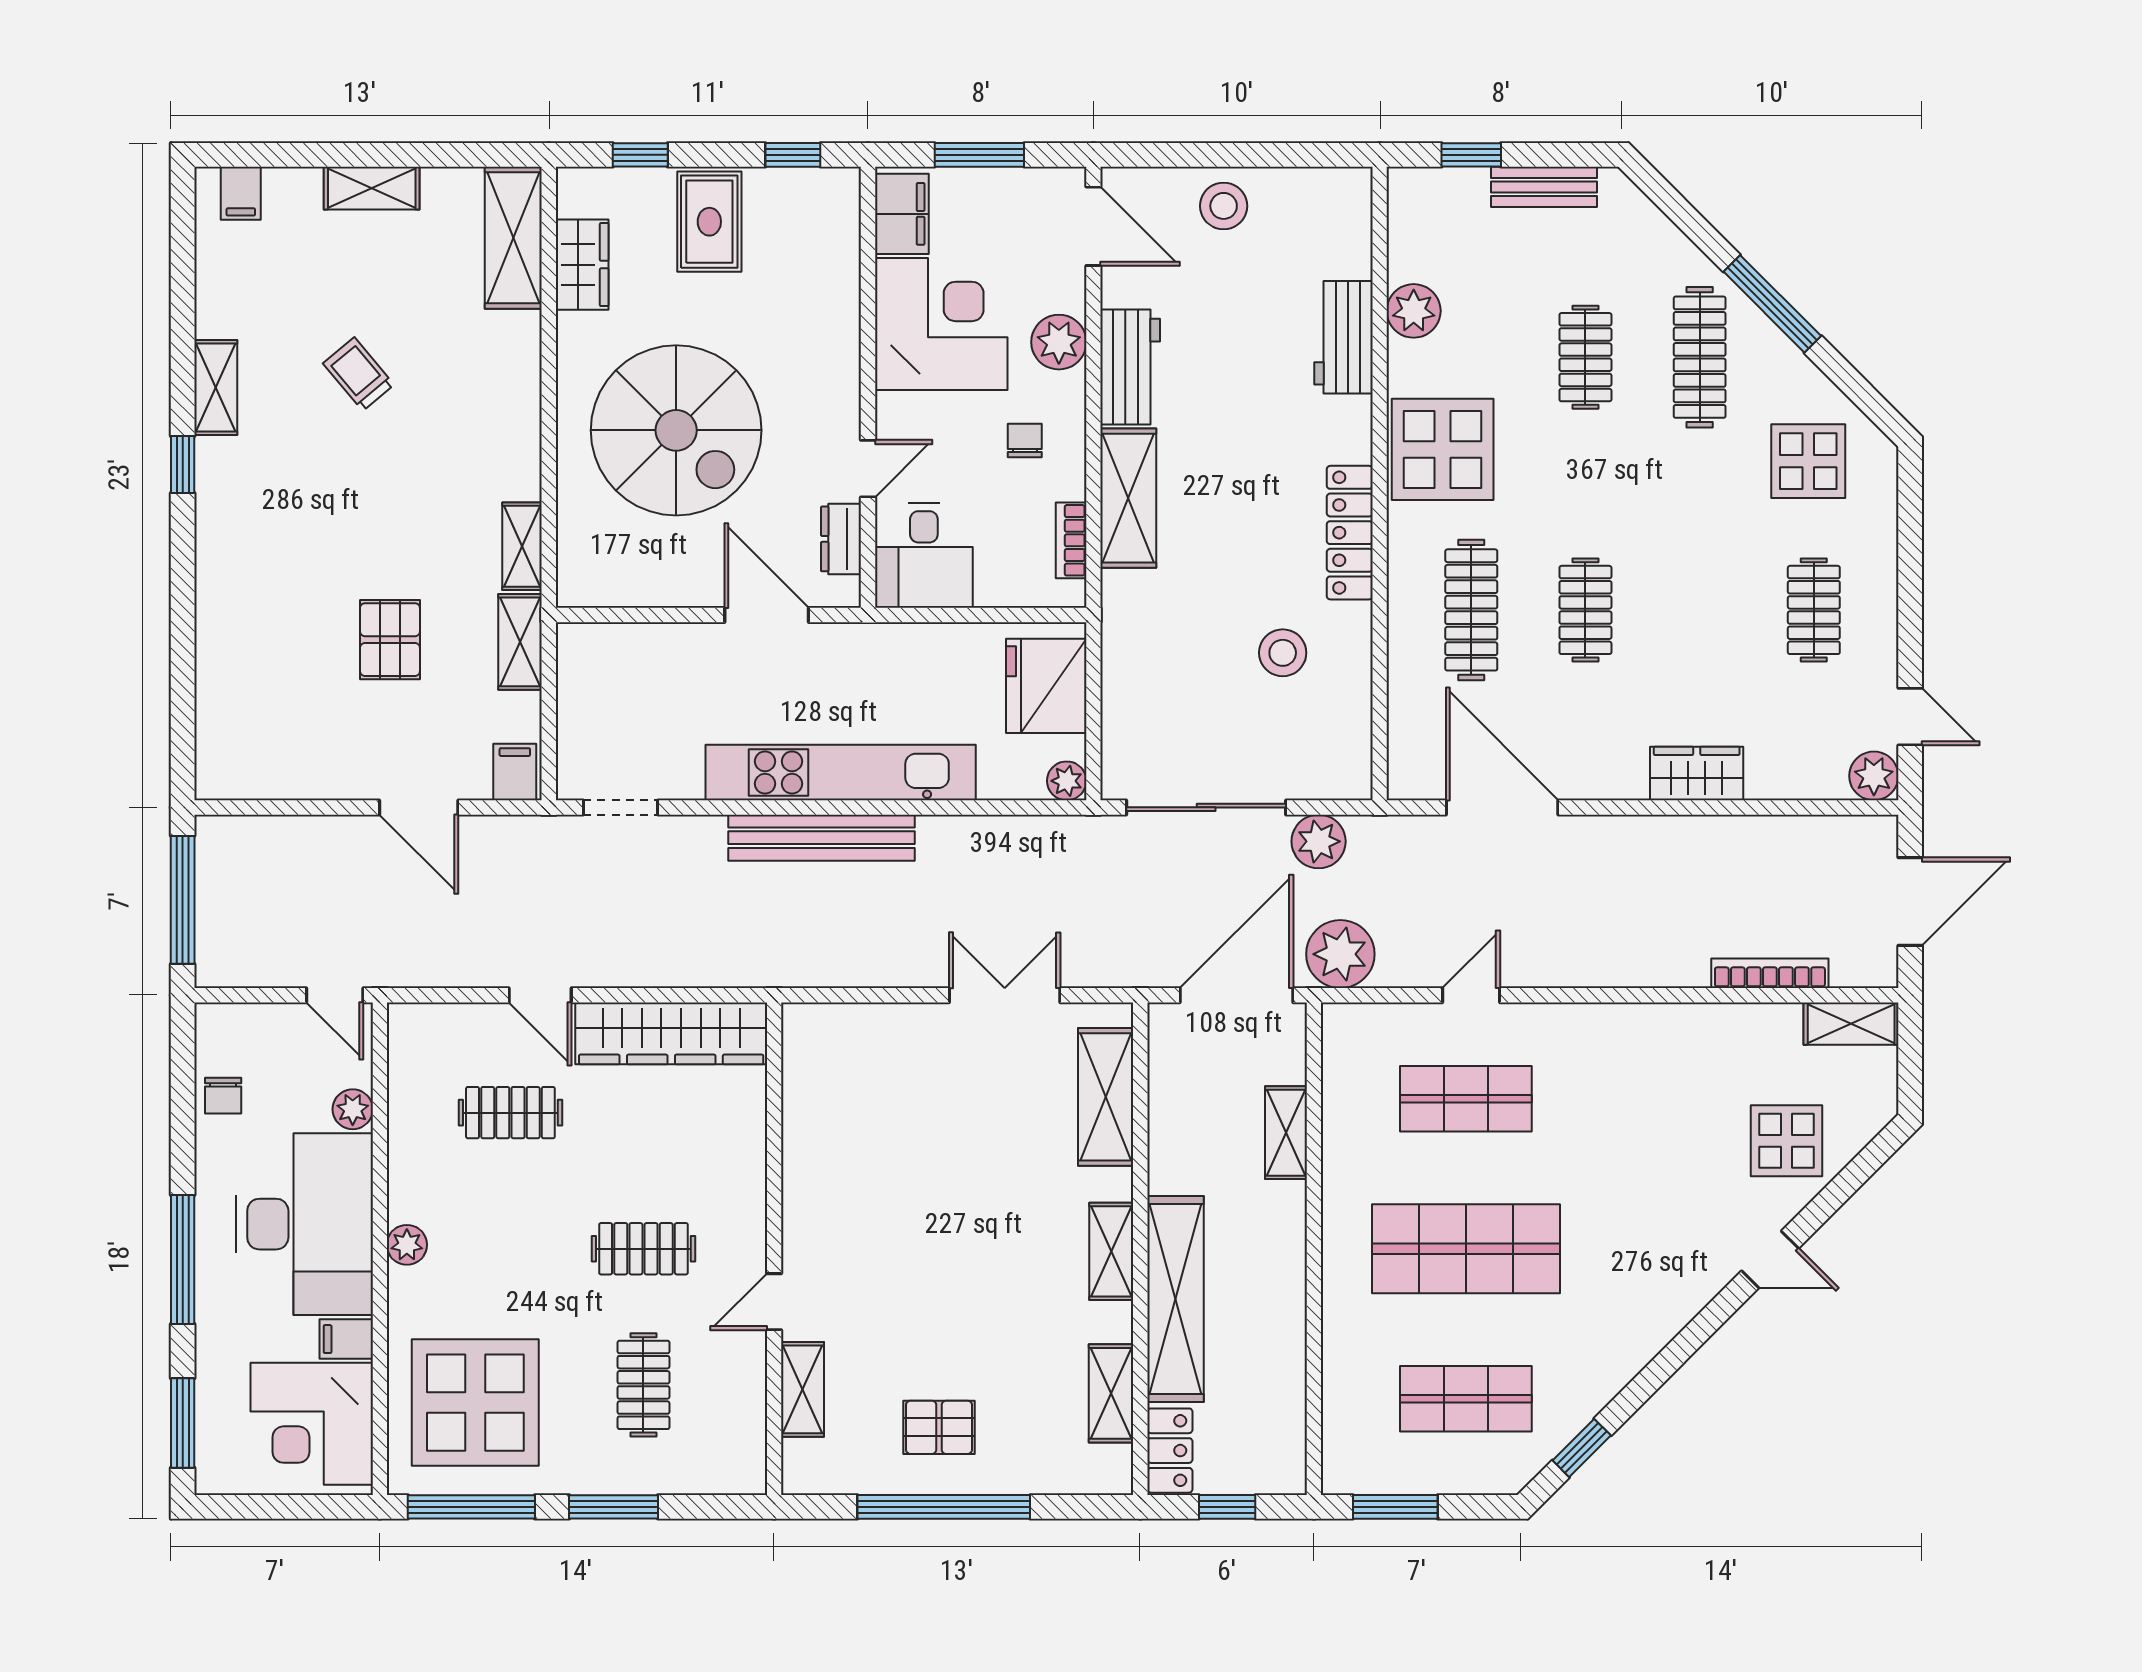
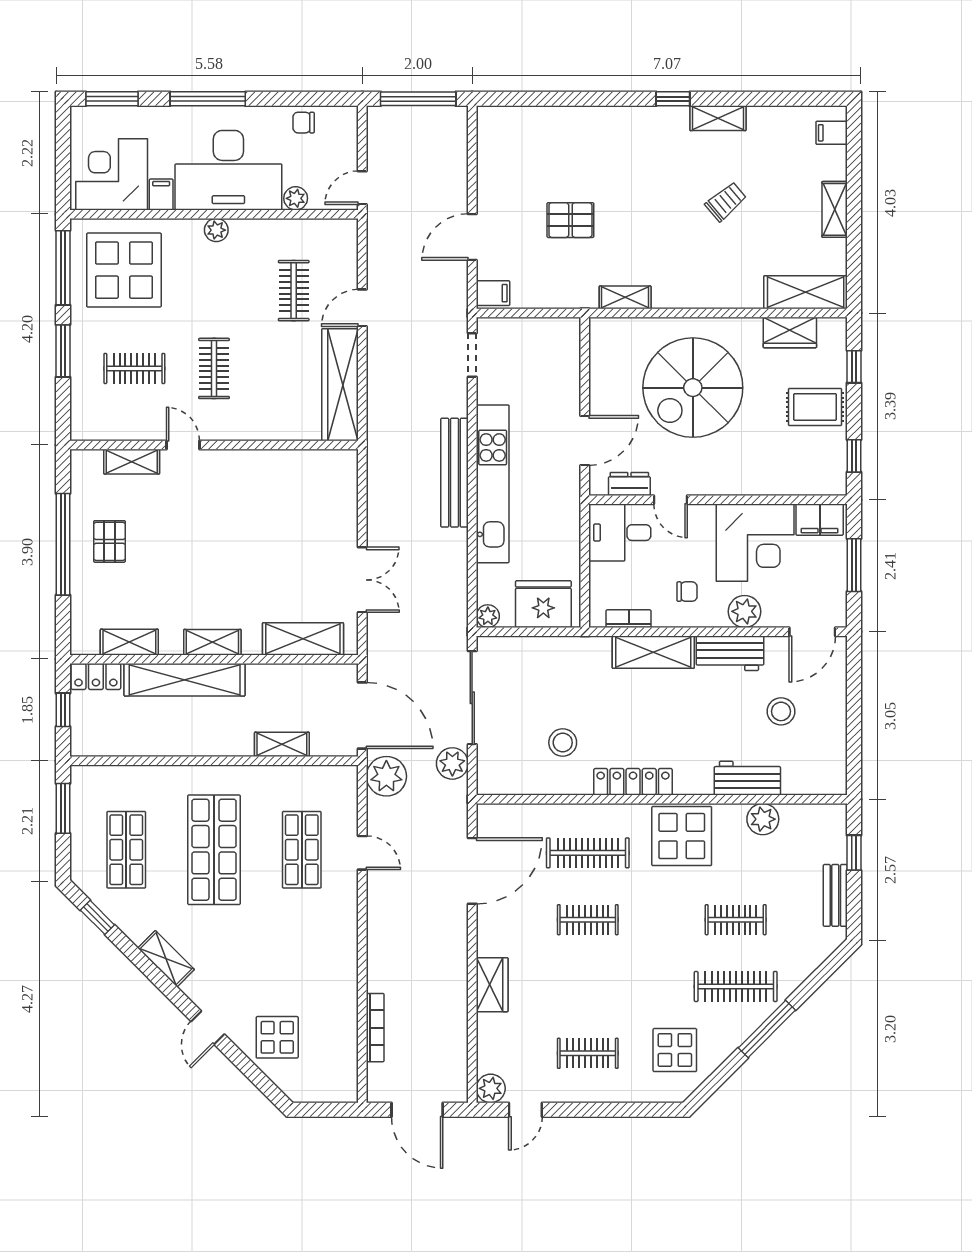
stool: (1224, 206) -> (781, 711), moved
shelving: (520, 642) -> (569, 296), removed
shelving: (1851, 1024) -> (166, 959), moved, turned -45

